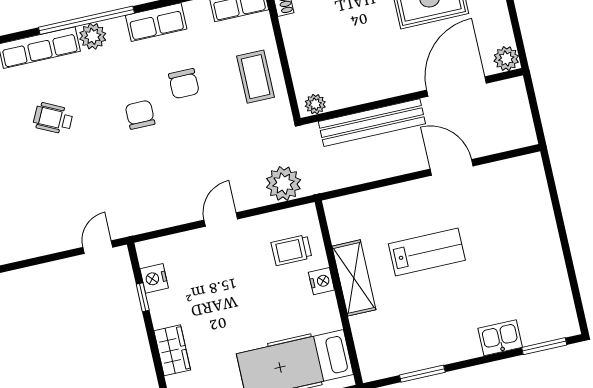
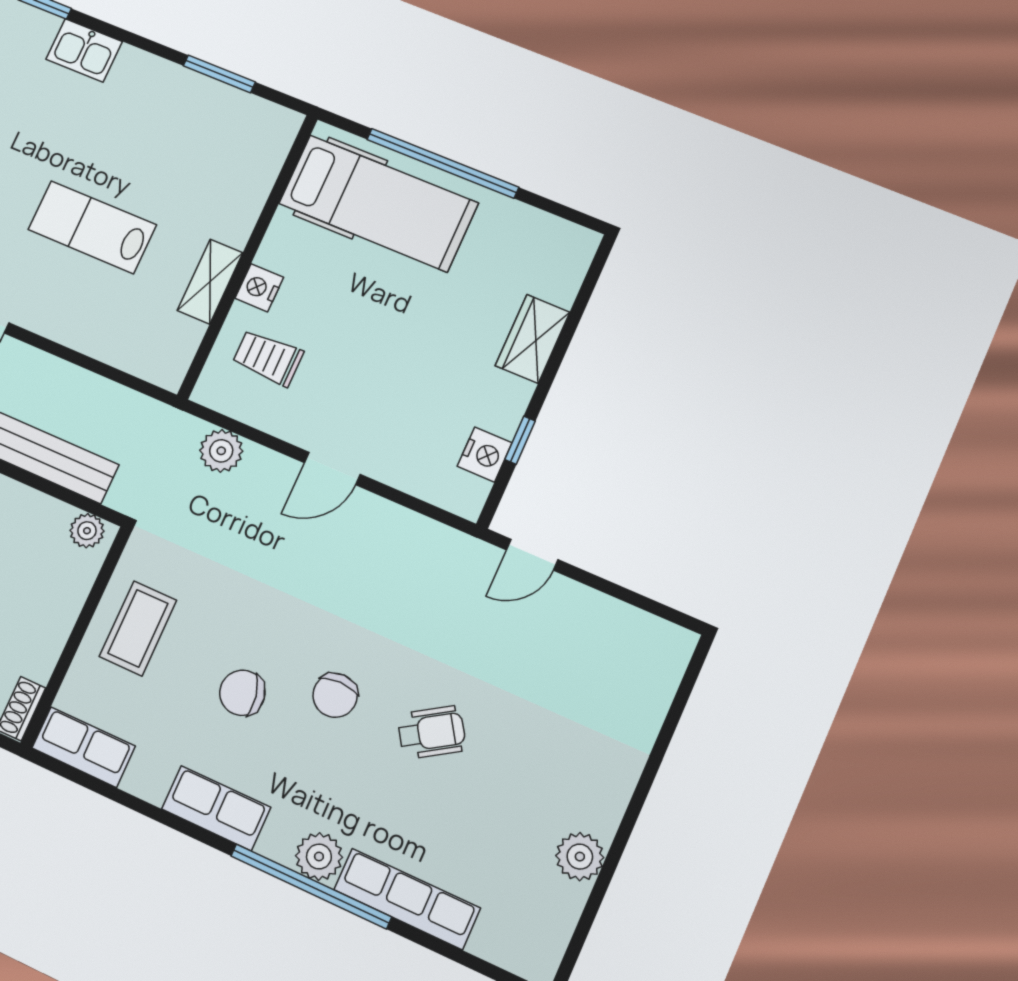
chair: (184, 84) -> (242, 693), turned -101
wheelchair: (53, 118) -> (432, 732), moved, turned -59
plant: (283, 184) -> (221, 451), width x0.73, depth x0.73
trolley: (291, 250) -> (268, 358), turned 180
shelving: (354, 278) -> (210, 282), width x0.67, depth x0.75

